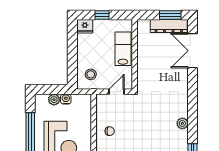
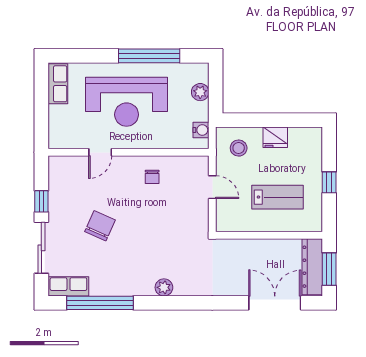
window: (102, 15) -> (329, 182), moved
fridge: (85, 26) -> (275, 137), moved, turned -90
wall: (135, 54) -> (269, 235), moved
water cooler: (66, 99) -> (201, 130), moved

